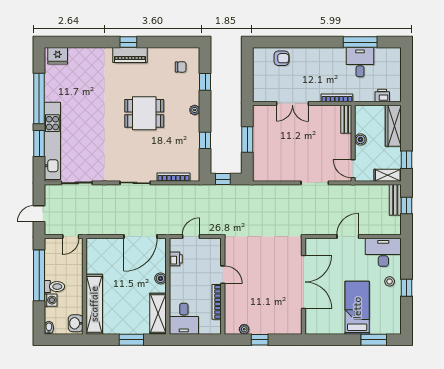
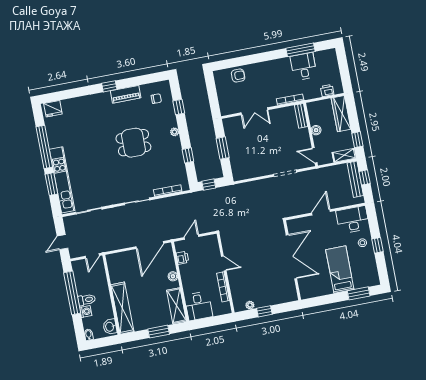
piano: (130, 55) -> (126, 94), moved
bench: (395, 200) -> (355, 179), width x1.36

